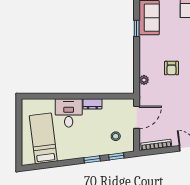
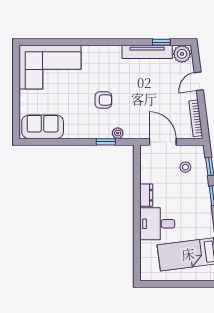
window: (137, 28) -> (106, 142), moved

